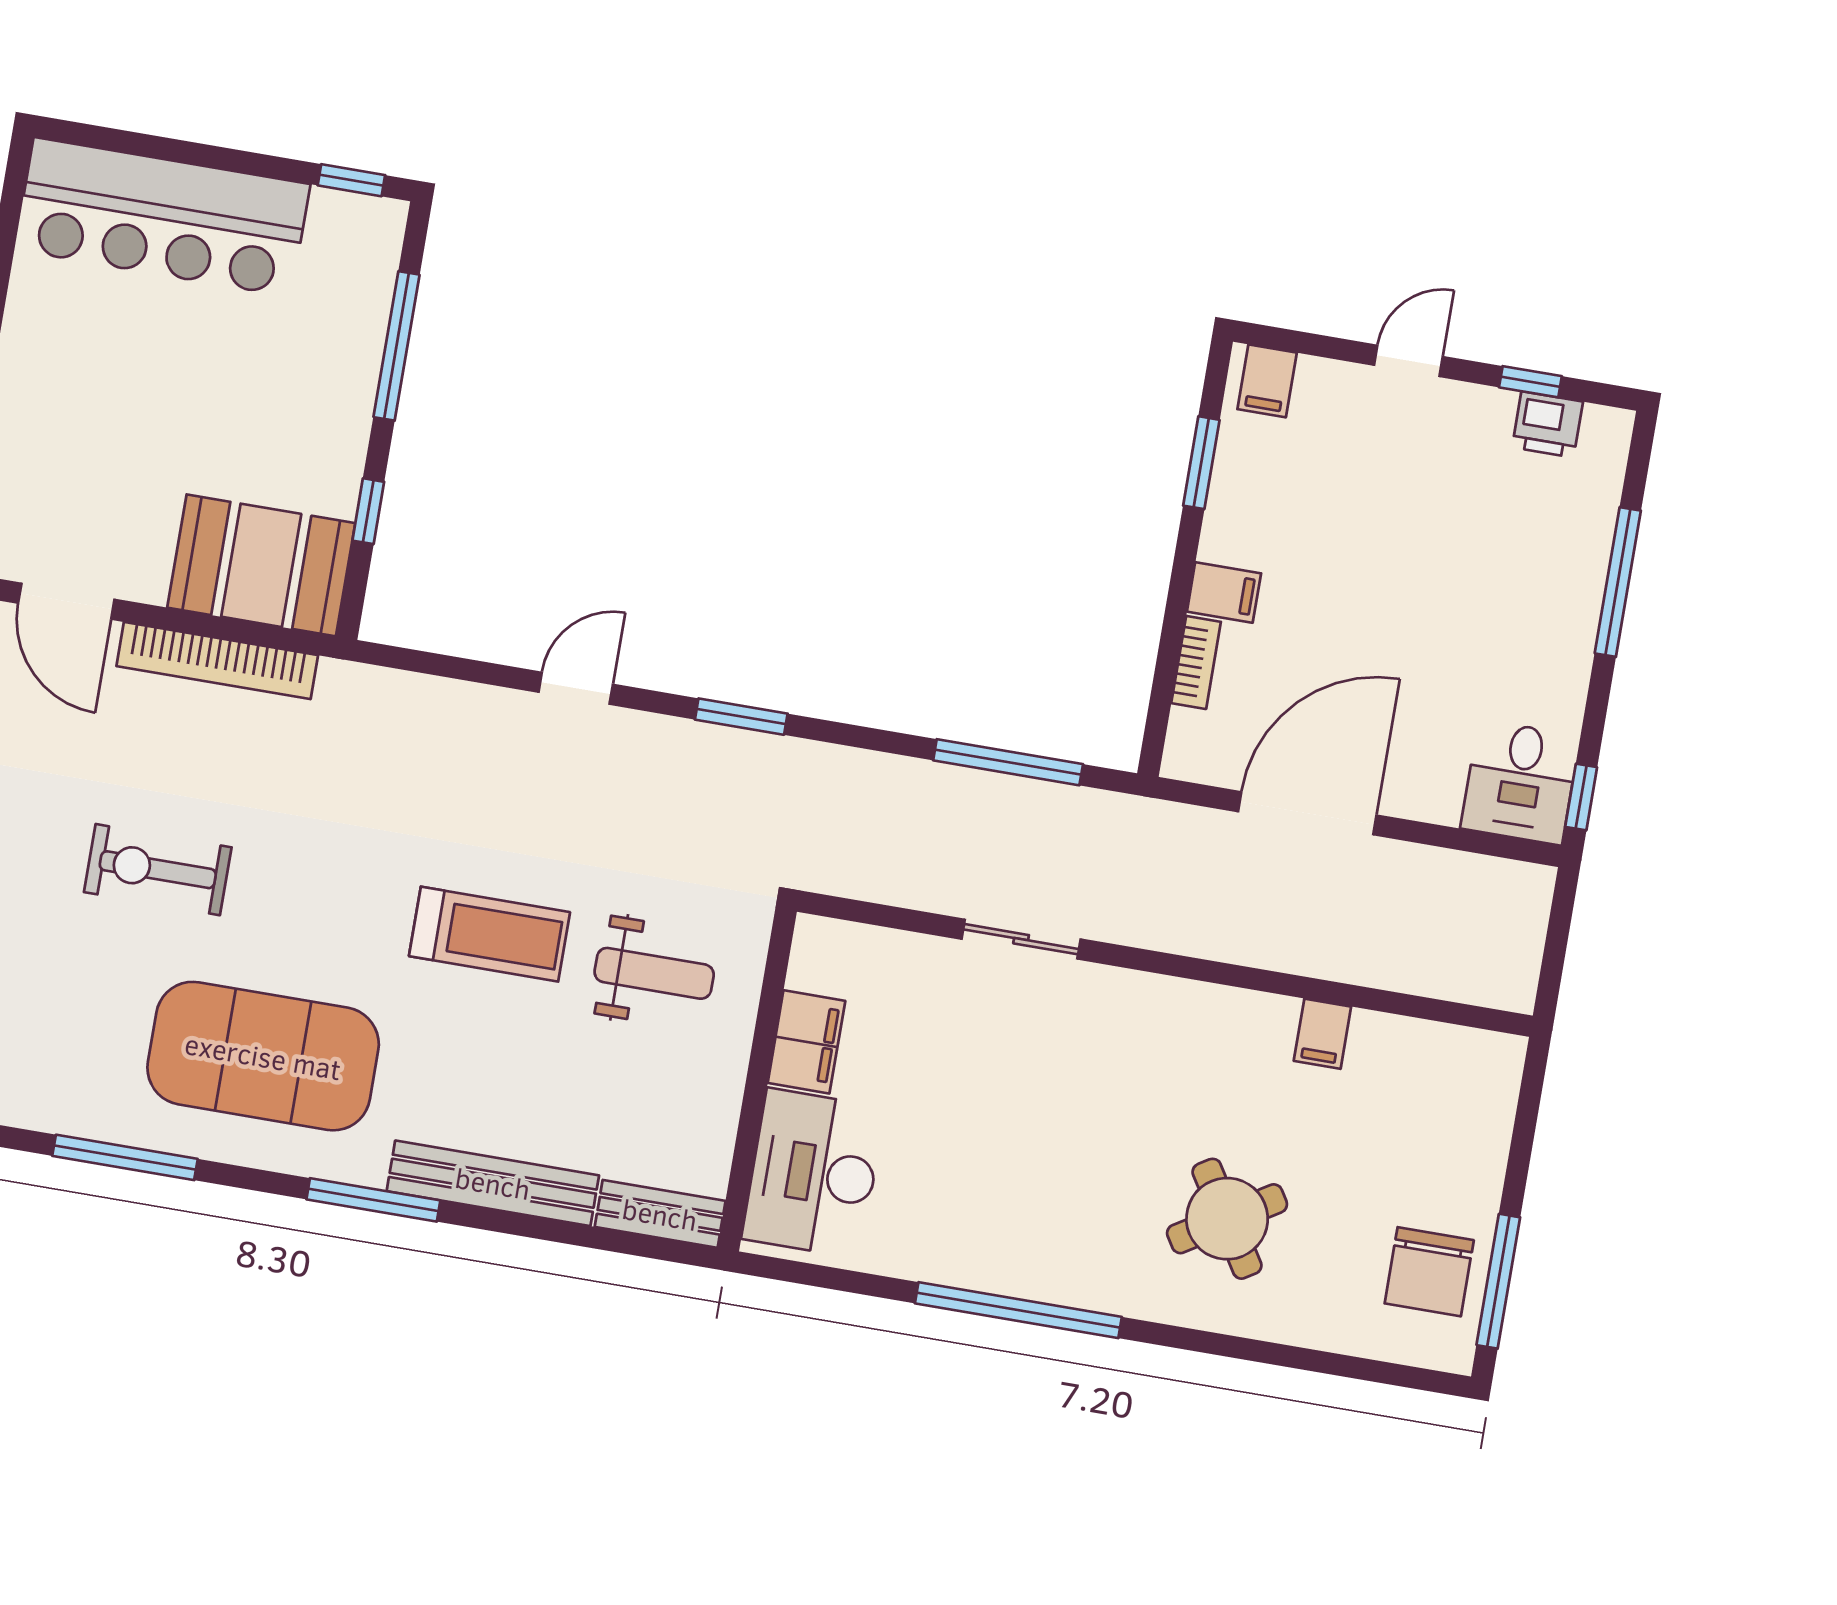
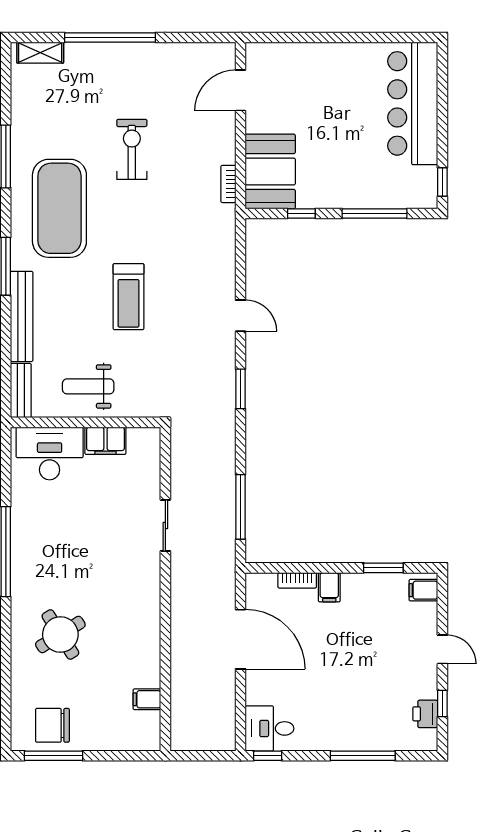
bookcase: (217, 661) -> (228, 184), width x0.43, depth x0.76
weight bench: (654, 973) -> (88, 386), moved, turned 90
filing cabinet: (1322, 1034) -> (147, 699), moved

